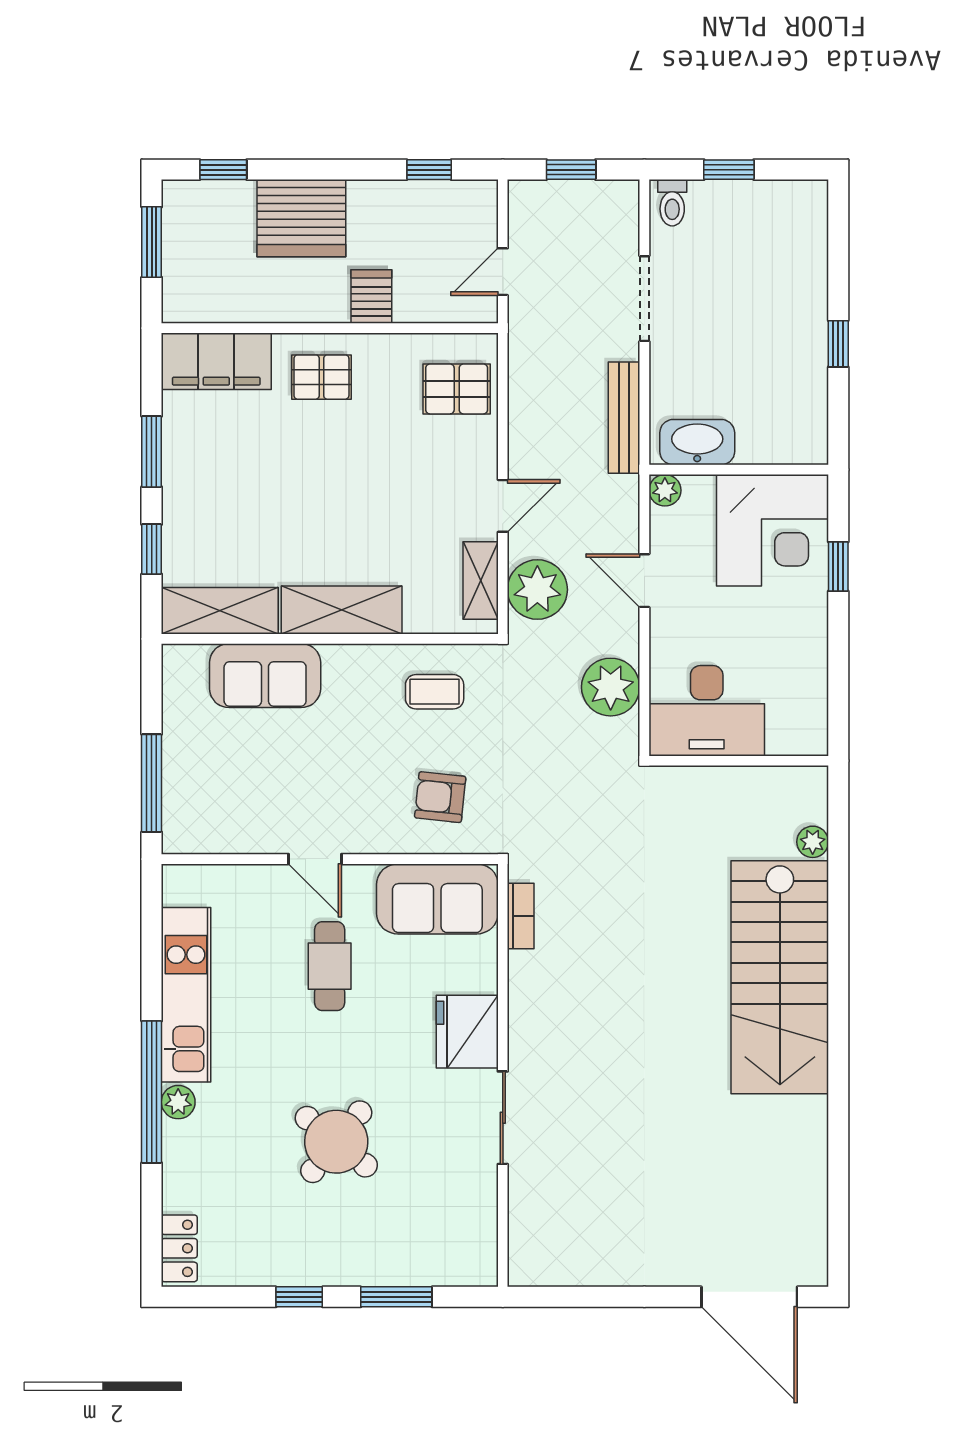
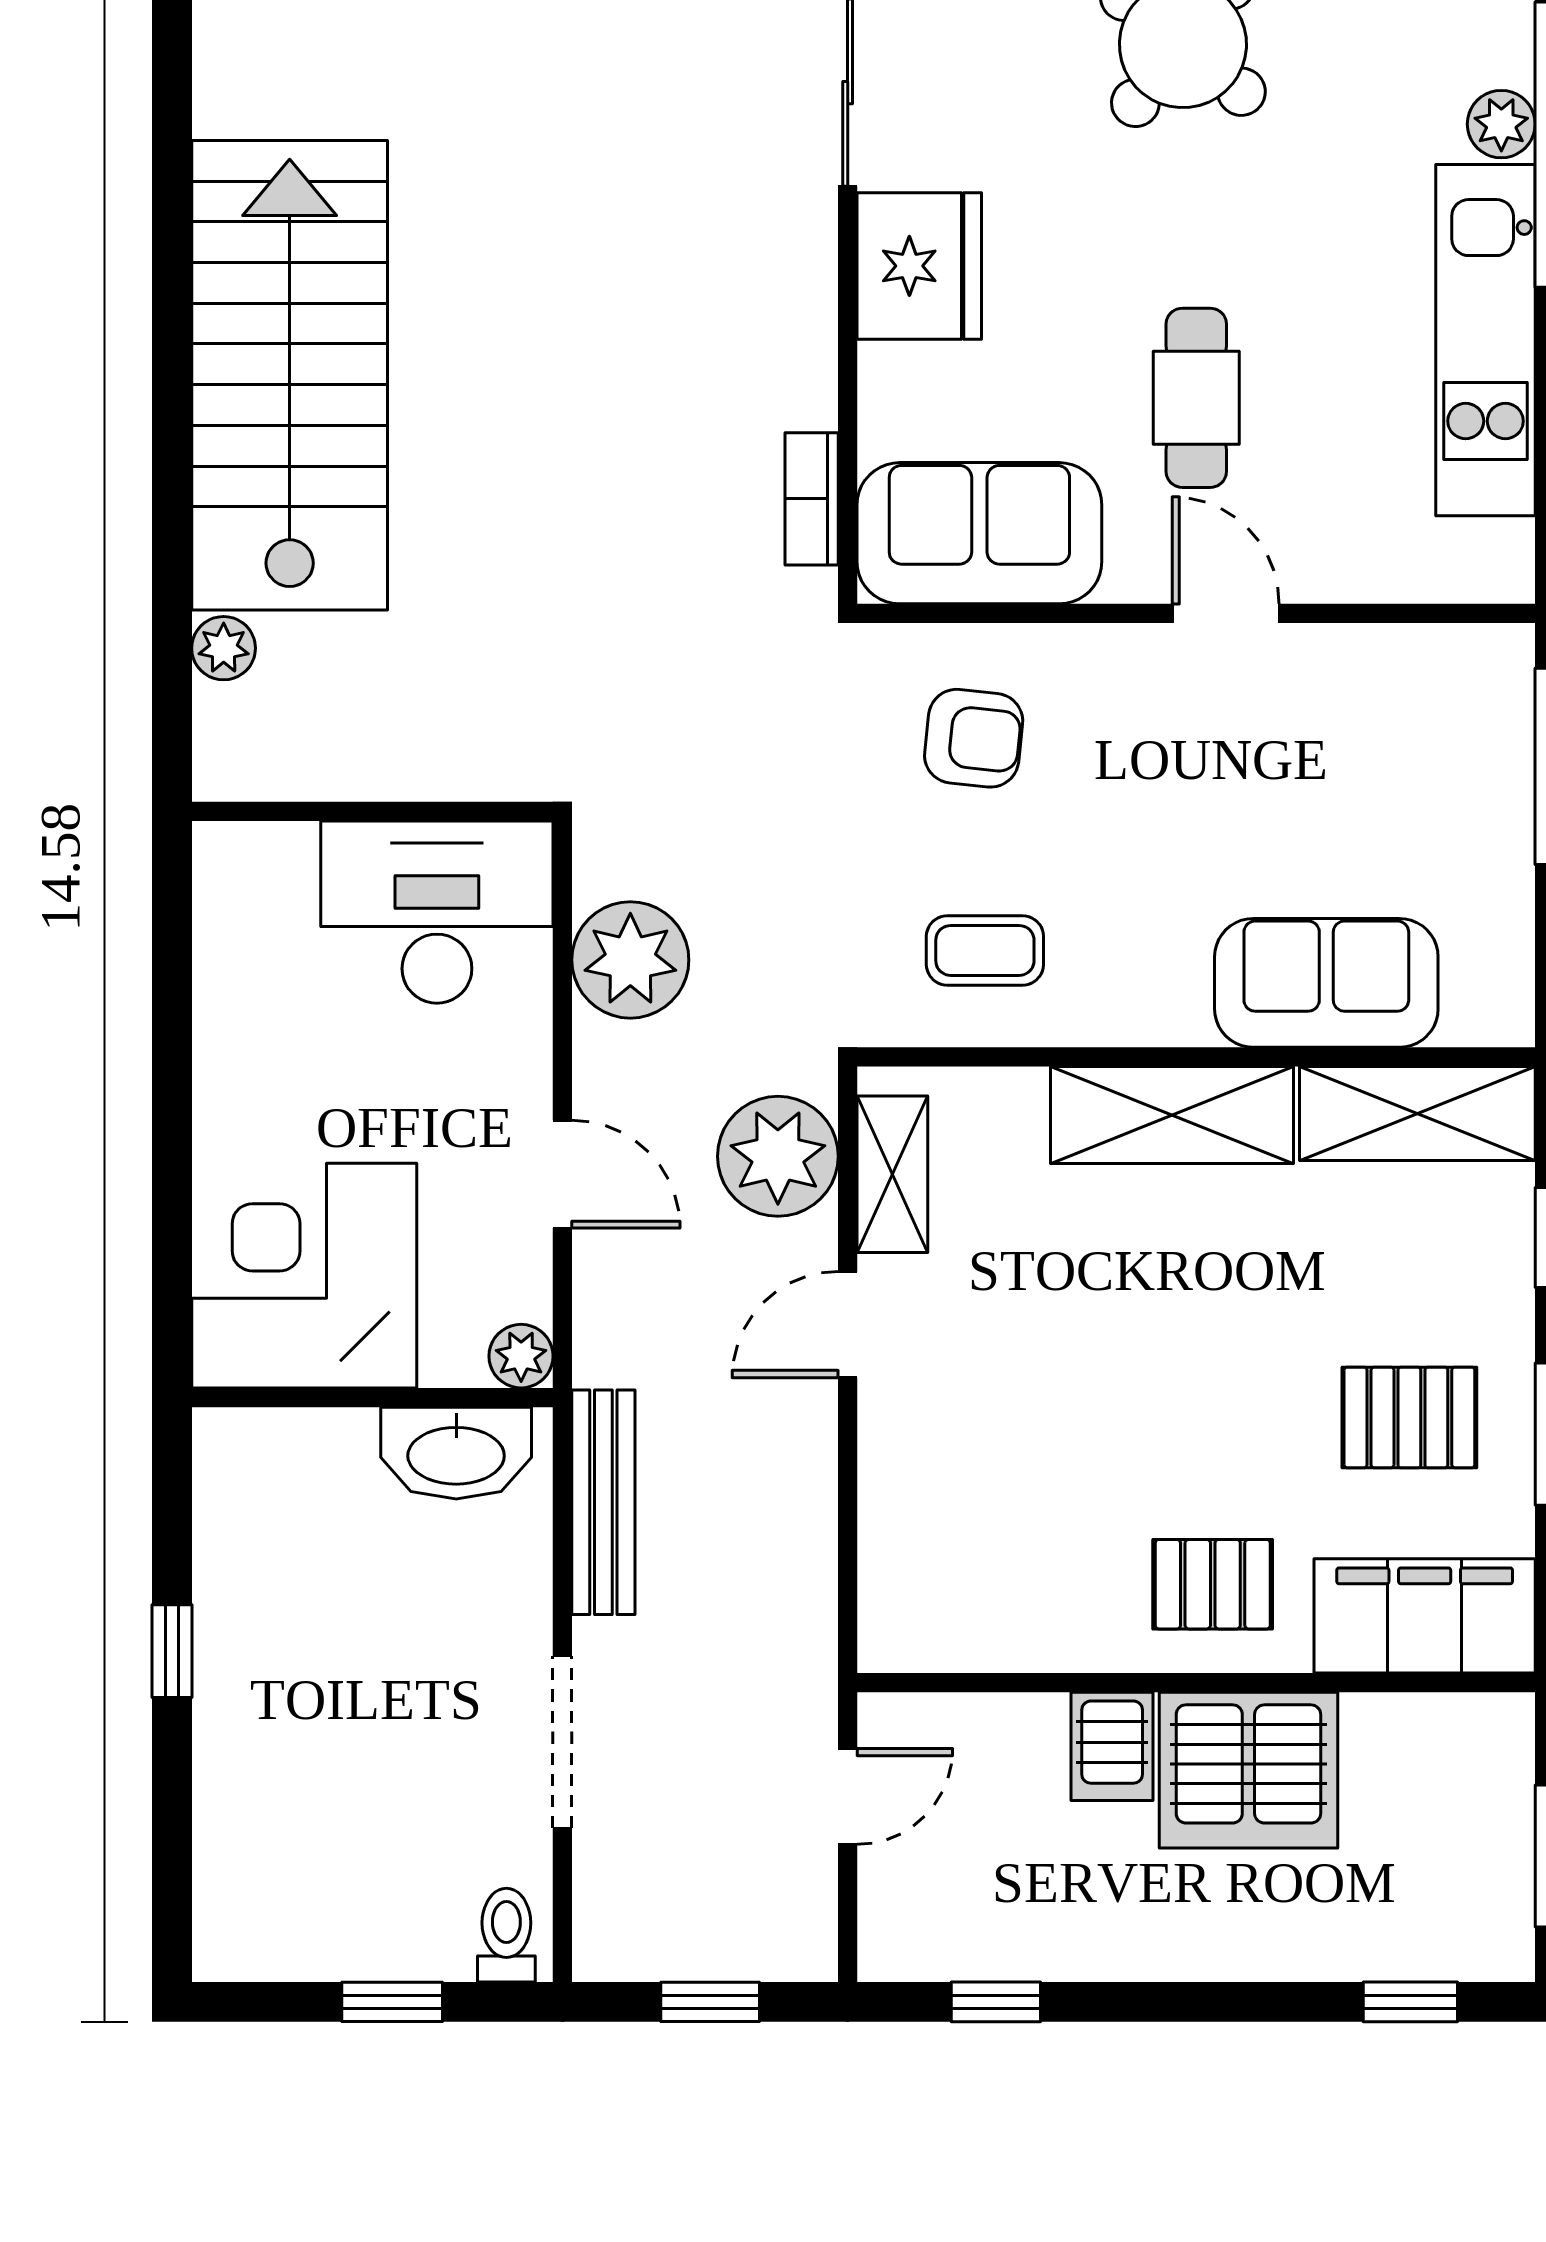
server rack: (301, 218) -> (1248, 1770), moved, turned 180
pallet: (457, 389) -> (1409, 1417), moved
window: (838, 567) -> (172, 1203), removed

